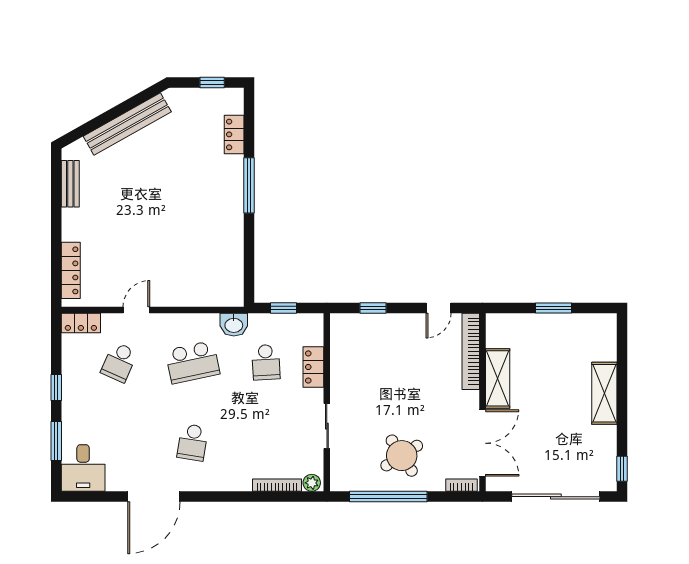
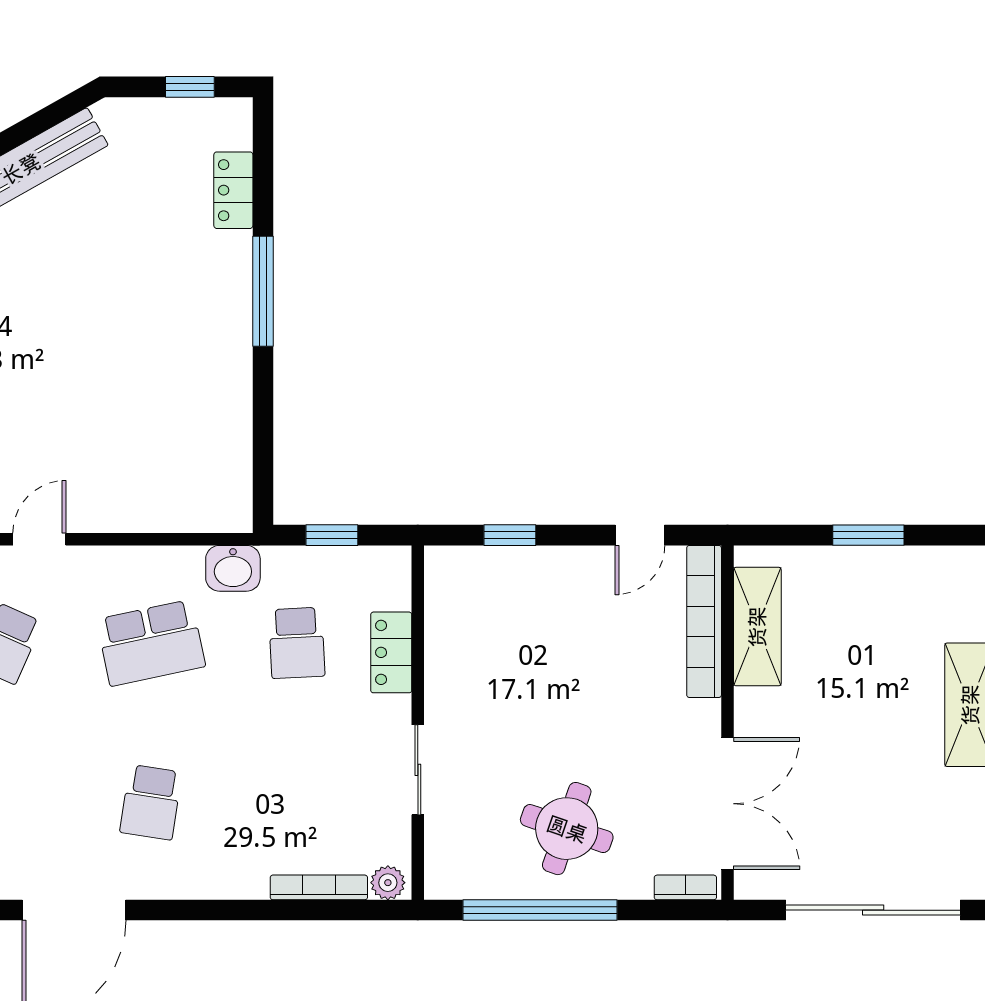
shelving: (498, 378) -> (757, 627), moved
round table: (402, 456) -> (567, 829), turned -38

